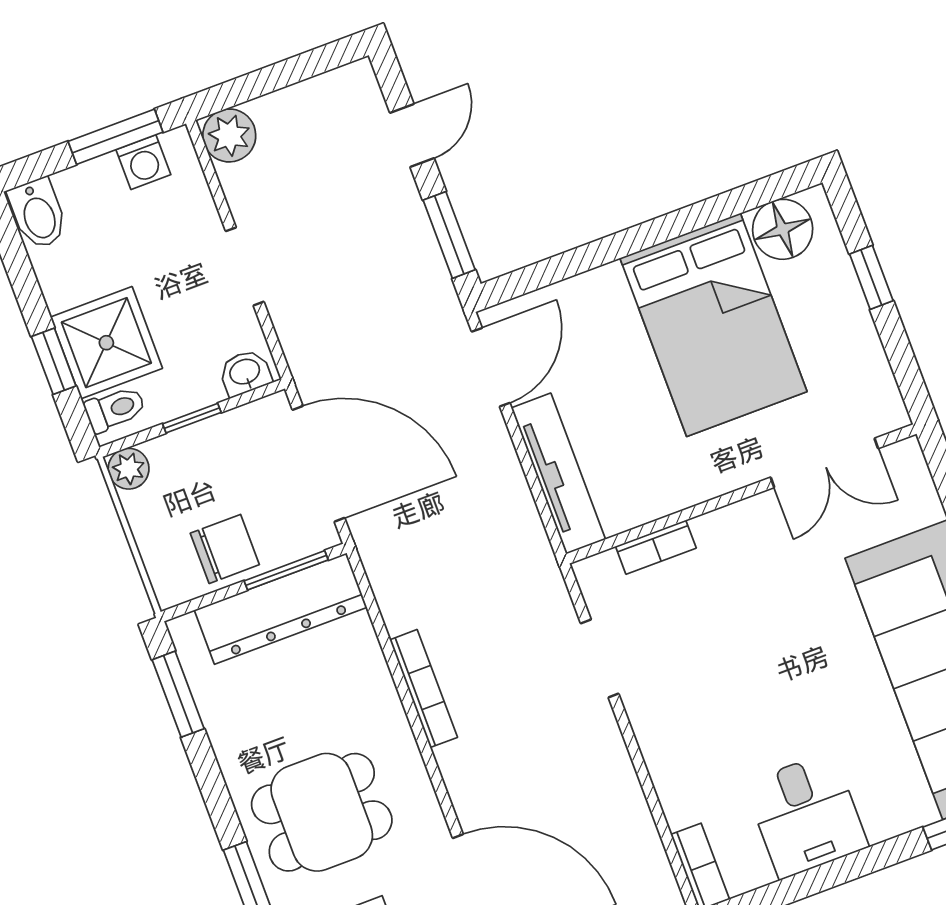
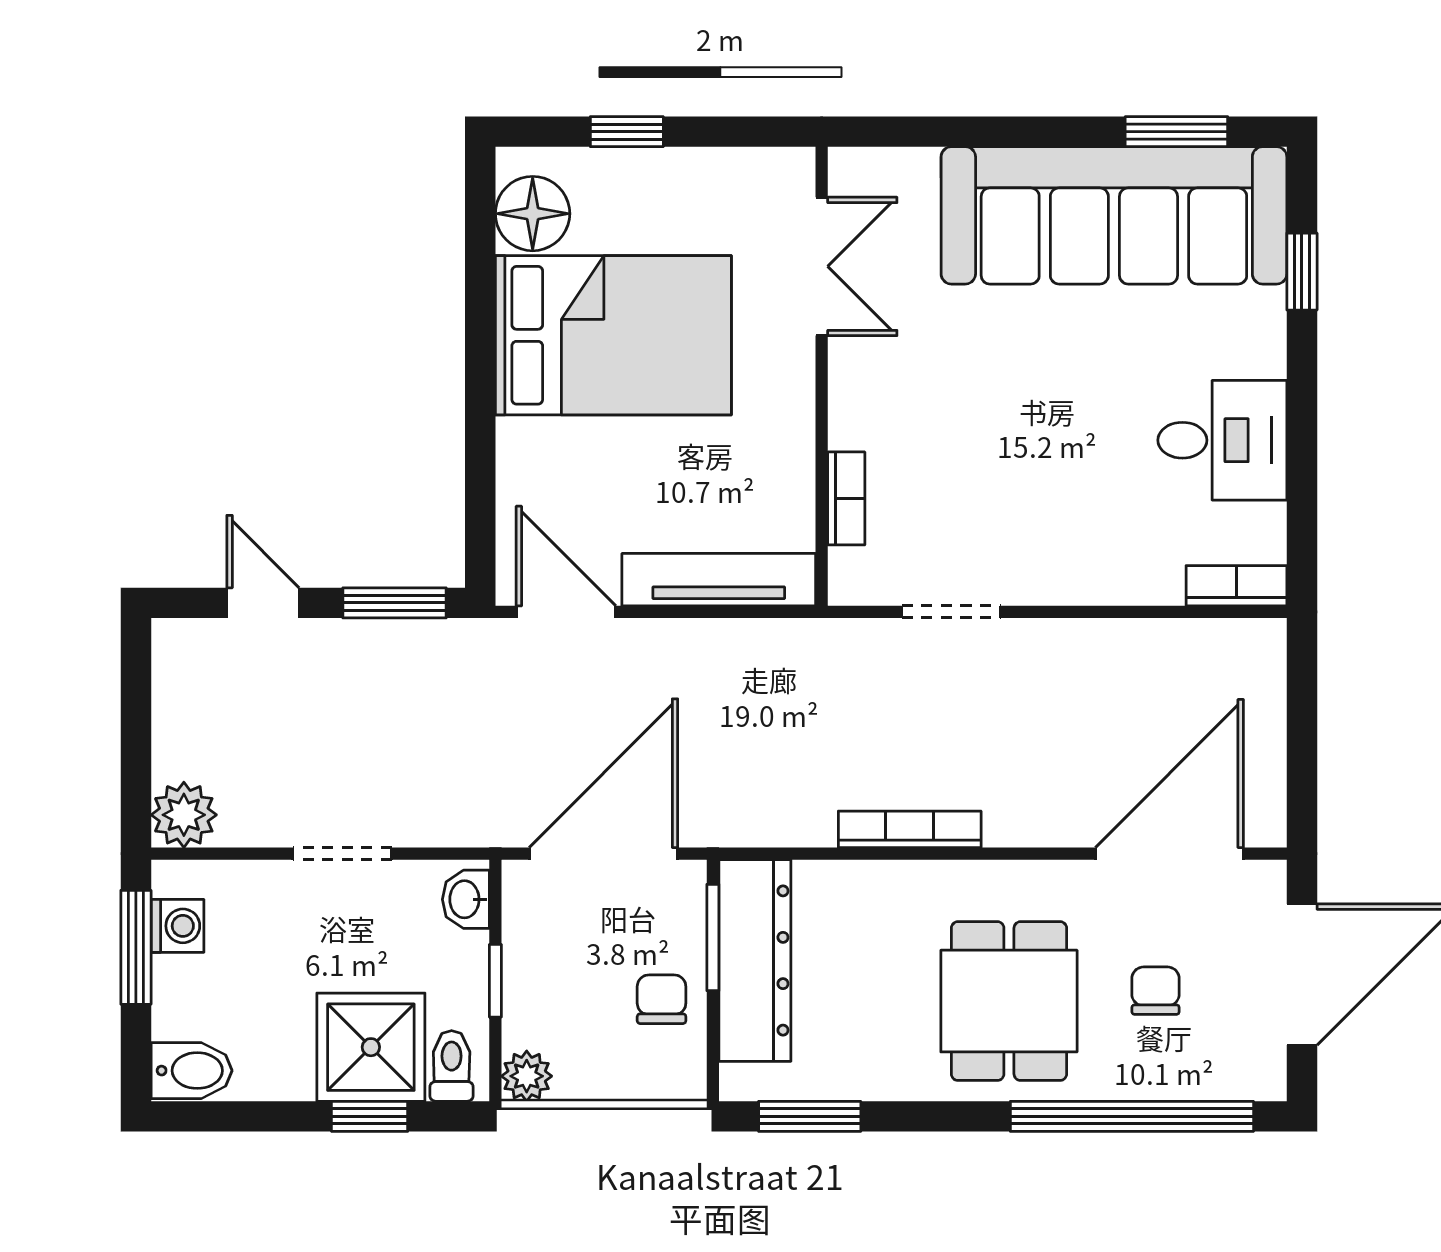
chair: (225, 549) -> (662, 999), width x0.73, depth x0.73

